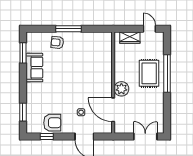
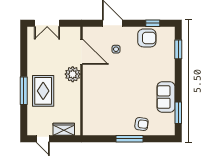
window: (167, 74) -> (24, 91), width x0.68
armchair: (52, 123) -> (147, 38), turned 180

